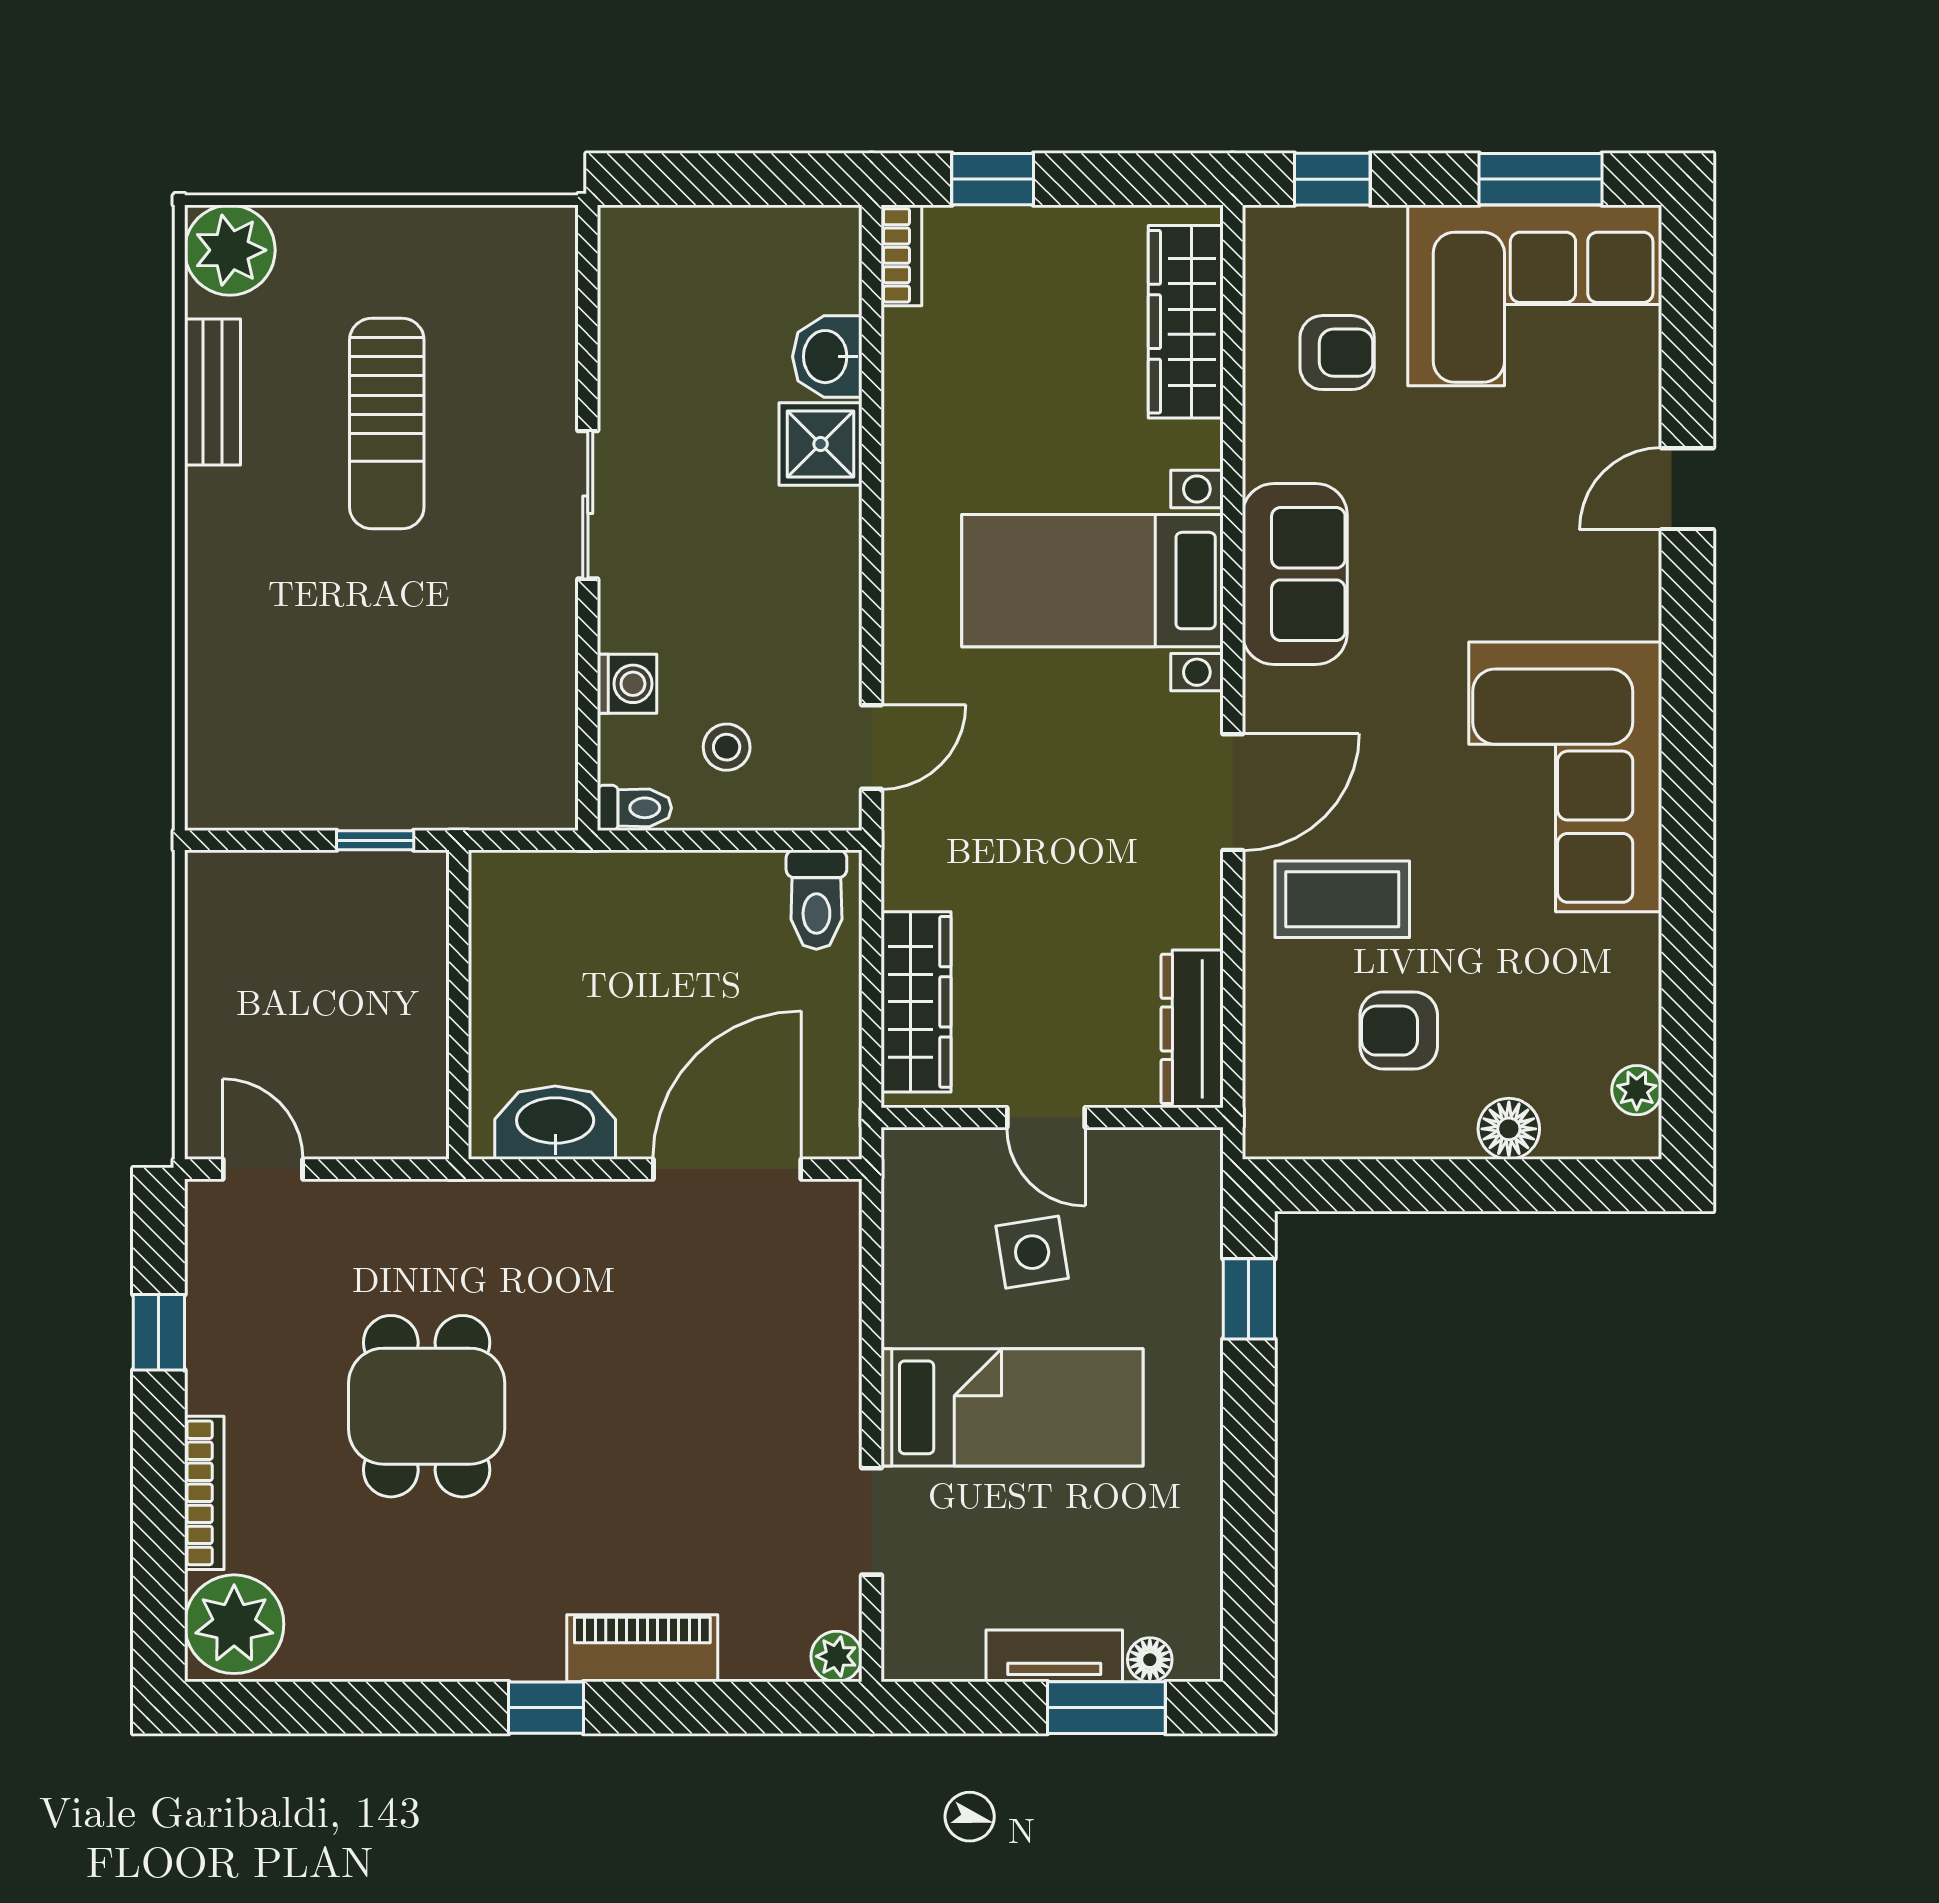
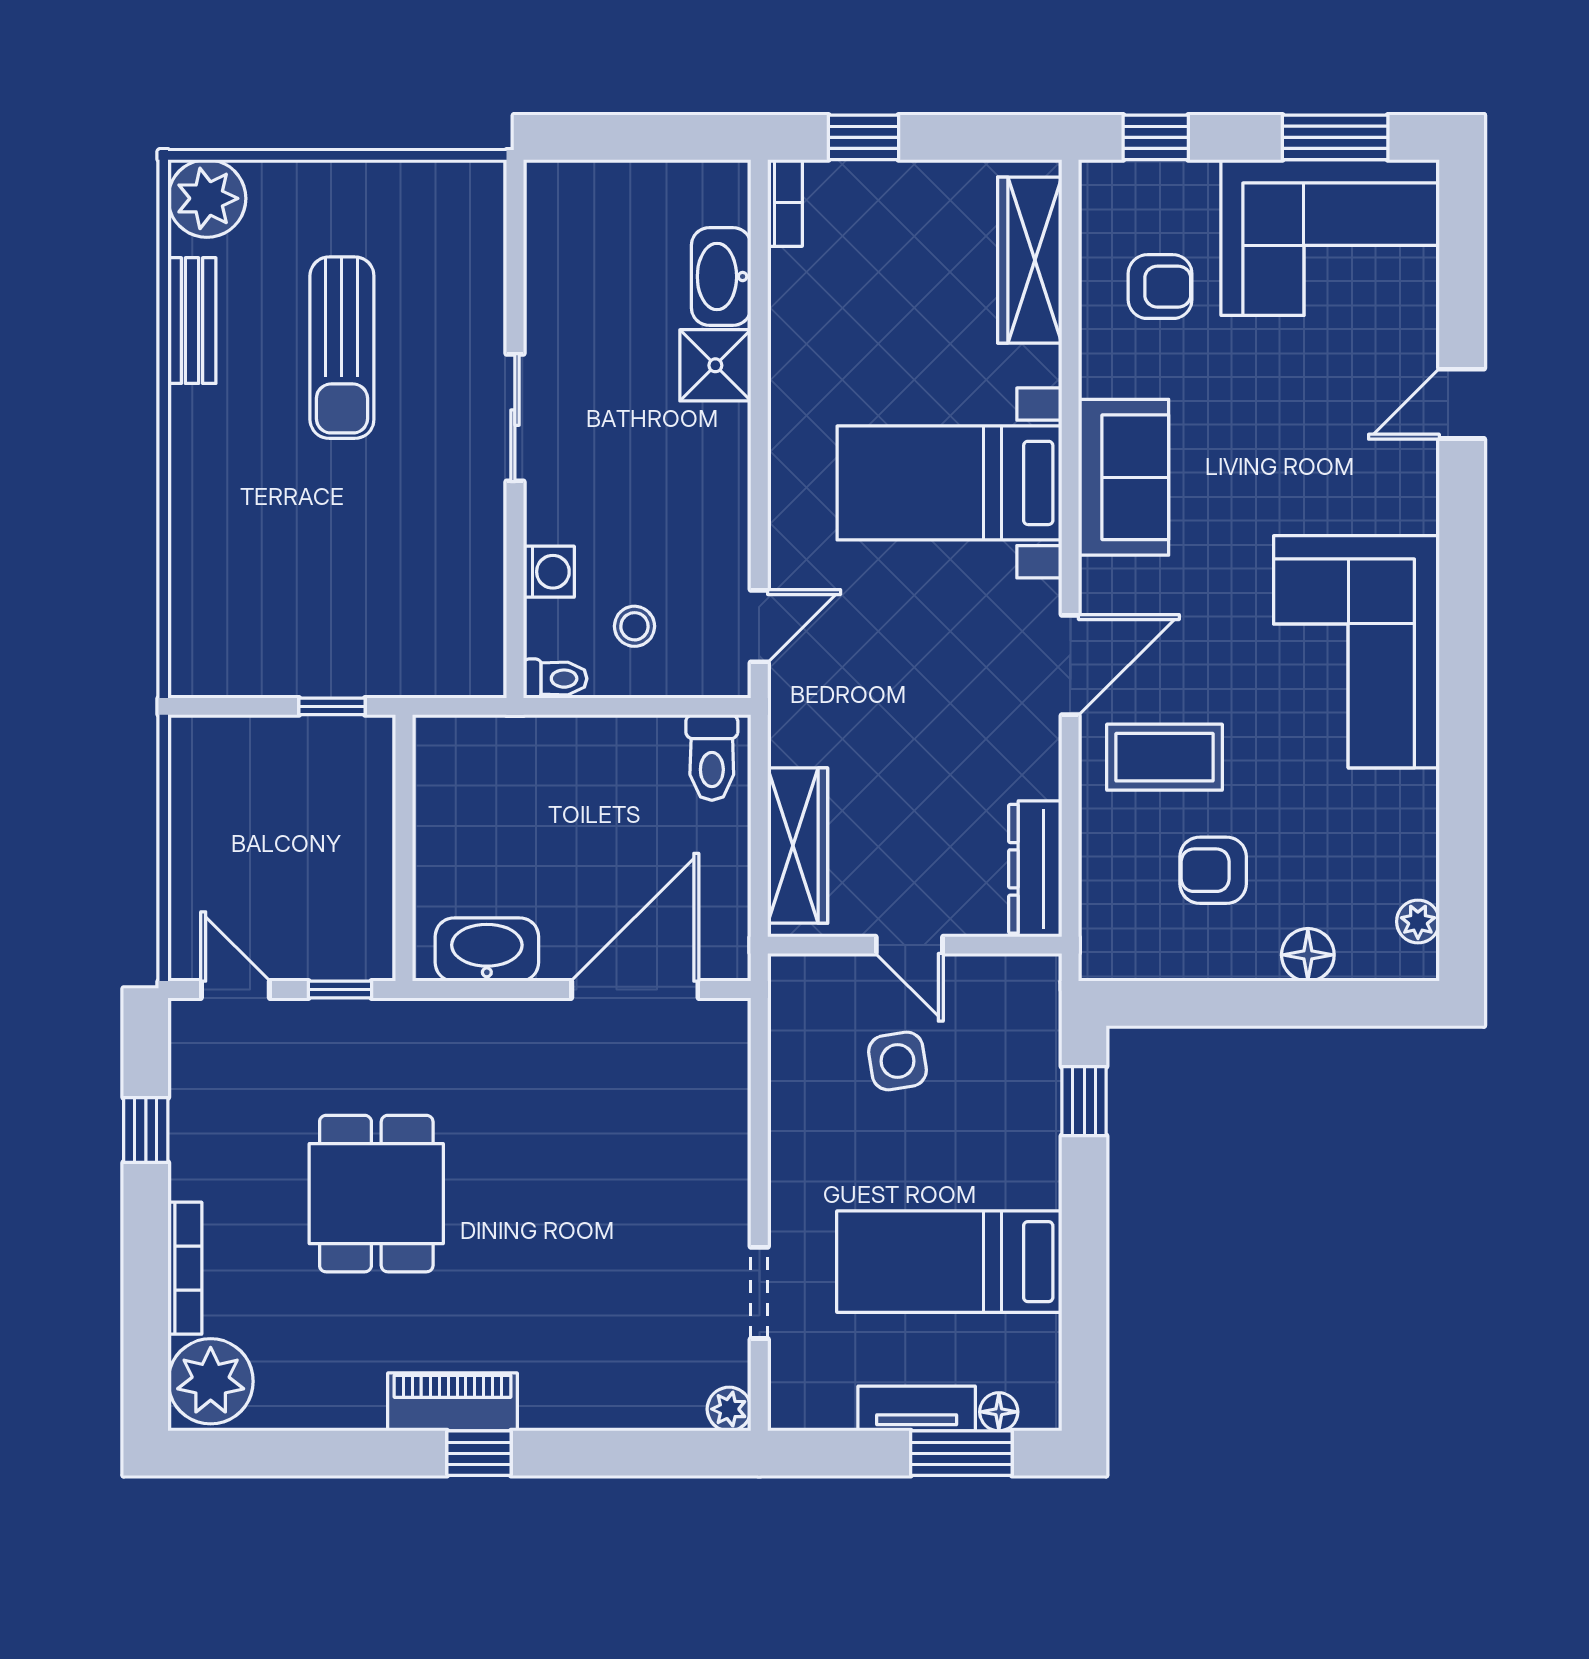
washbasin: (827, 357) -> (721, 277), width x1.38
window: (384, 1169) -> (340, 990), added
bed: (1012, 1407) -> (949, 1262), moved, turned 180
piano: (642, 1648) -> (453, 1402), moved

